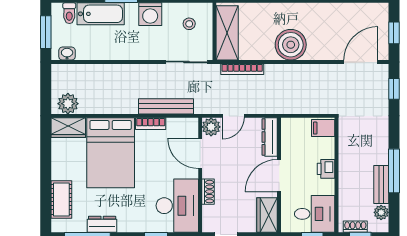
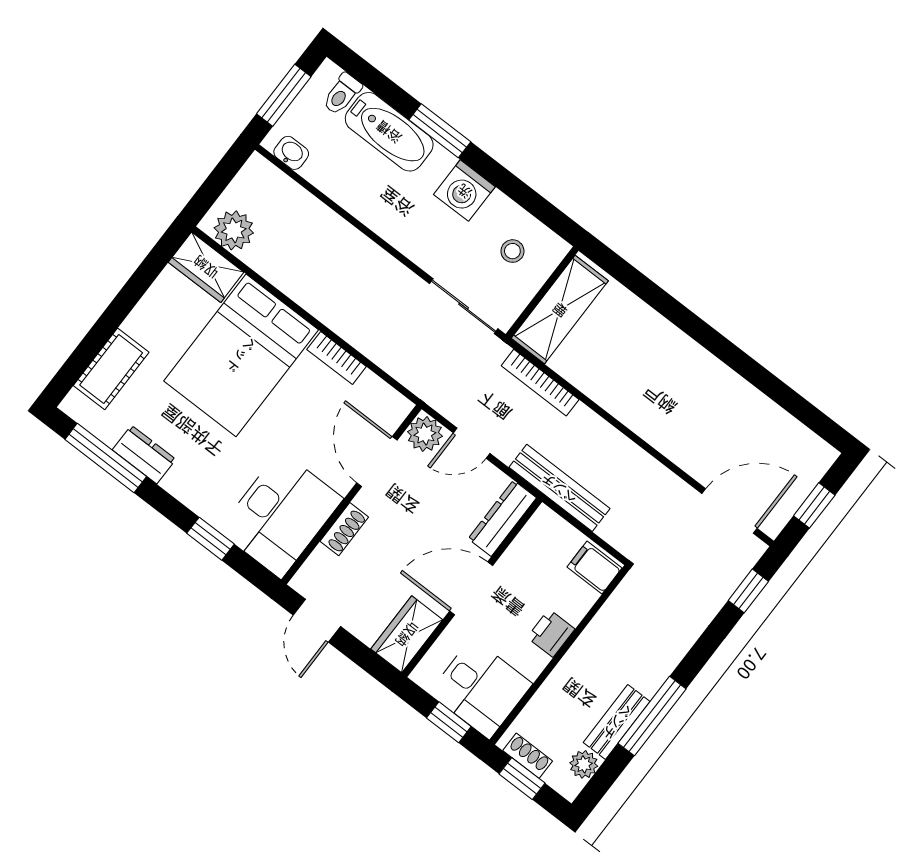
boiler: (291, 45) -> (643, 402), removed
bench: (166, 106) -> (559, 488), moved

